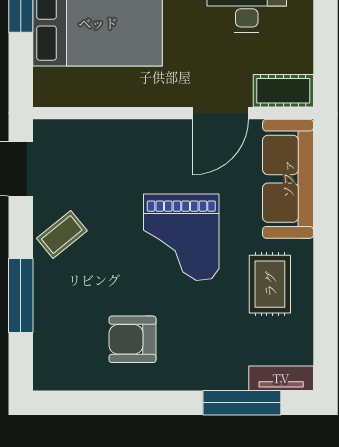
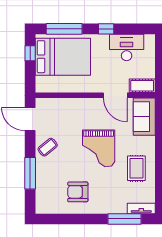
door: (220, 113) -> (115, 95), hinge flipped
sofa: (288, 179) -> (144, 117), width x0.73

